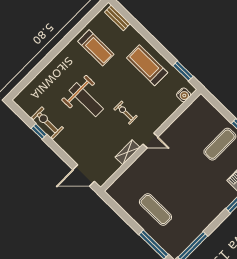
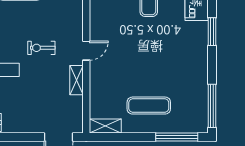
shelving: (118, 196) -> (105, 126), added

